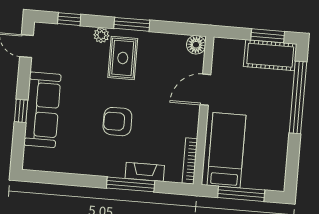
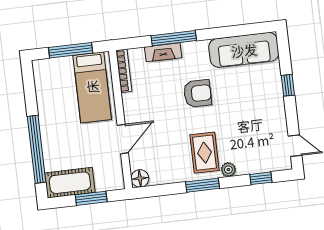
window: (268, 36) -> (91, 198), moved
sofa: (42, 110) -> (244, 50), moved, turned -90

